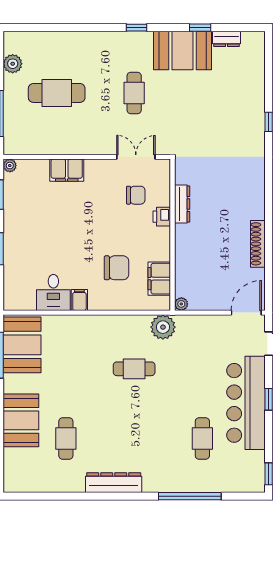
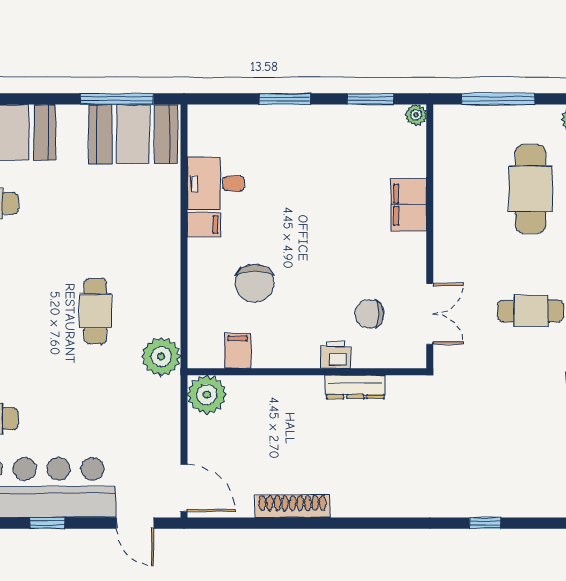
chair: (136, 195) -> (369, 314), turned 90
filing cabinet: (159, 279) -> (238, 351), width x0.50
plant: (181, 304) -> (207, 395), width x1.87, depth x1.87

